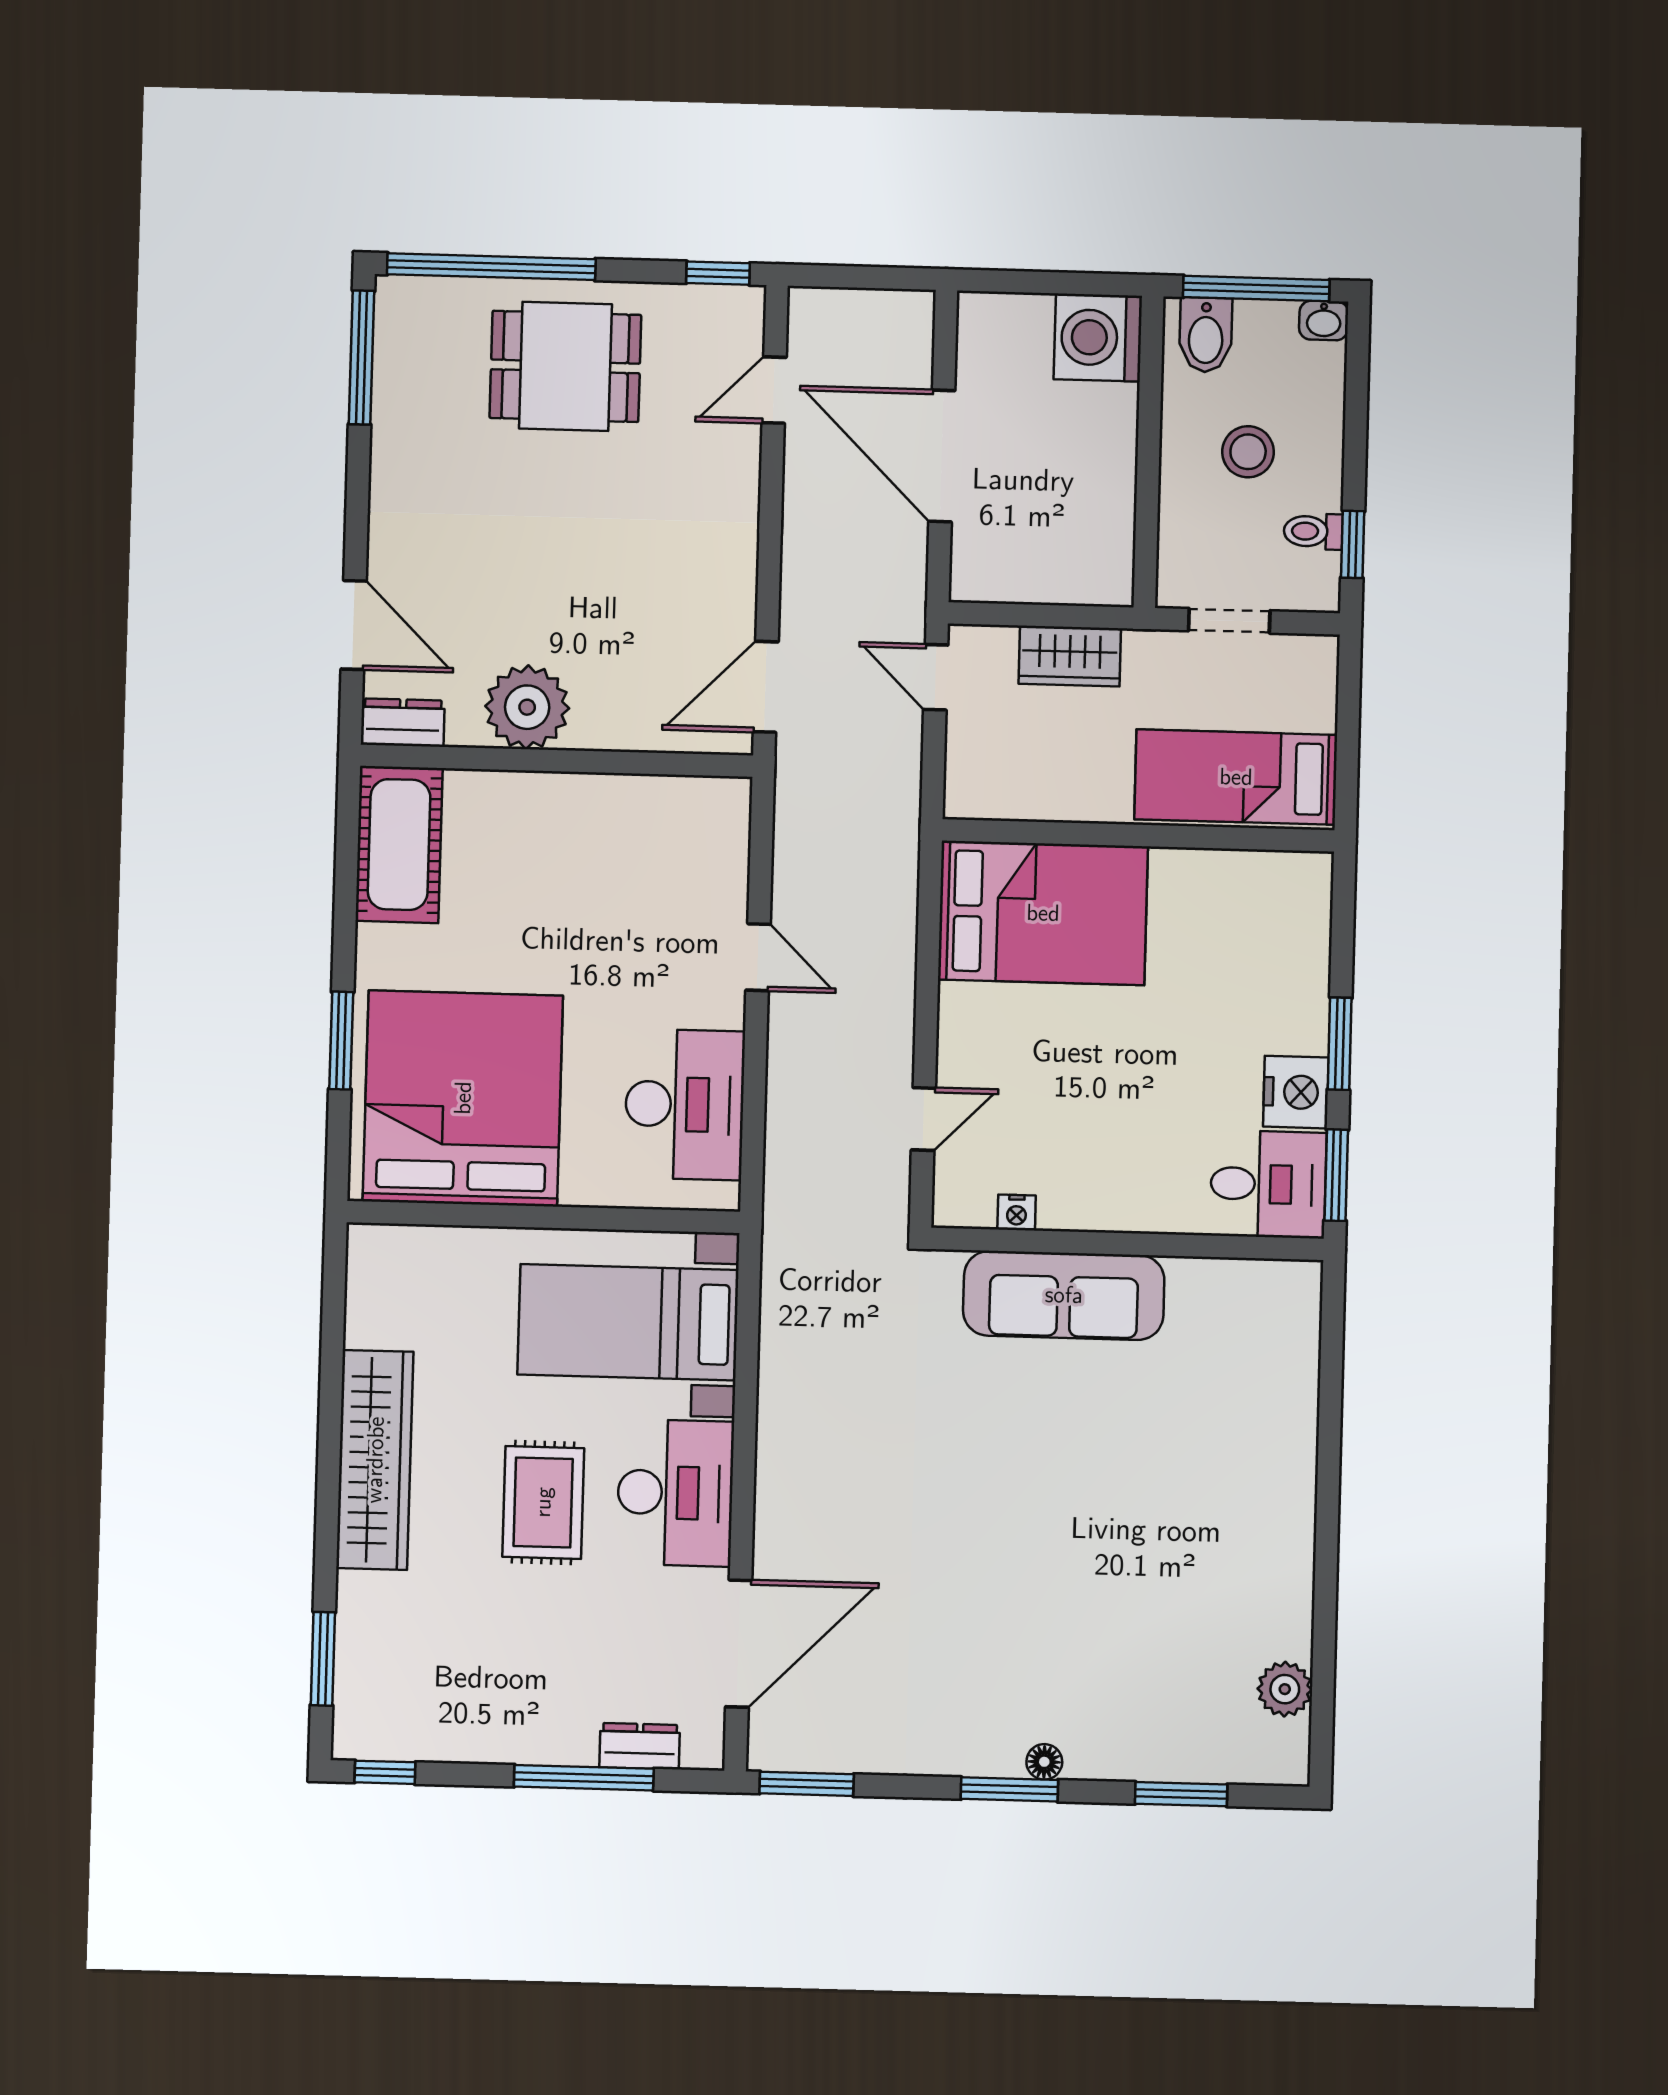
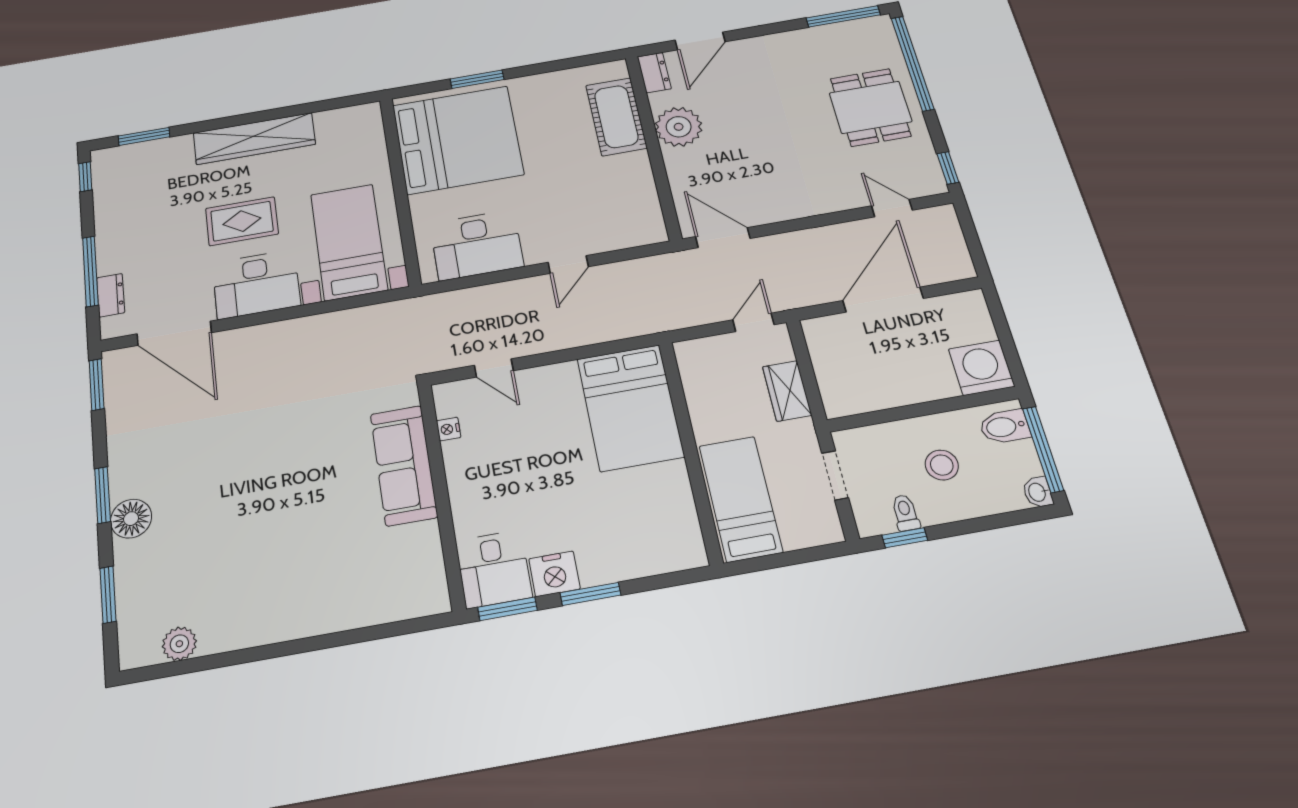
cot: (399, 845) -> (616, 117), moved, turned 90
floor lamp: (1044, 1762) -> (131, 519), width x1.89, depth x1.89

